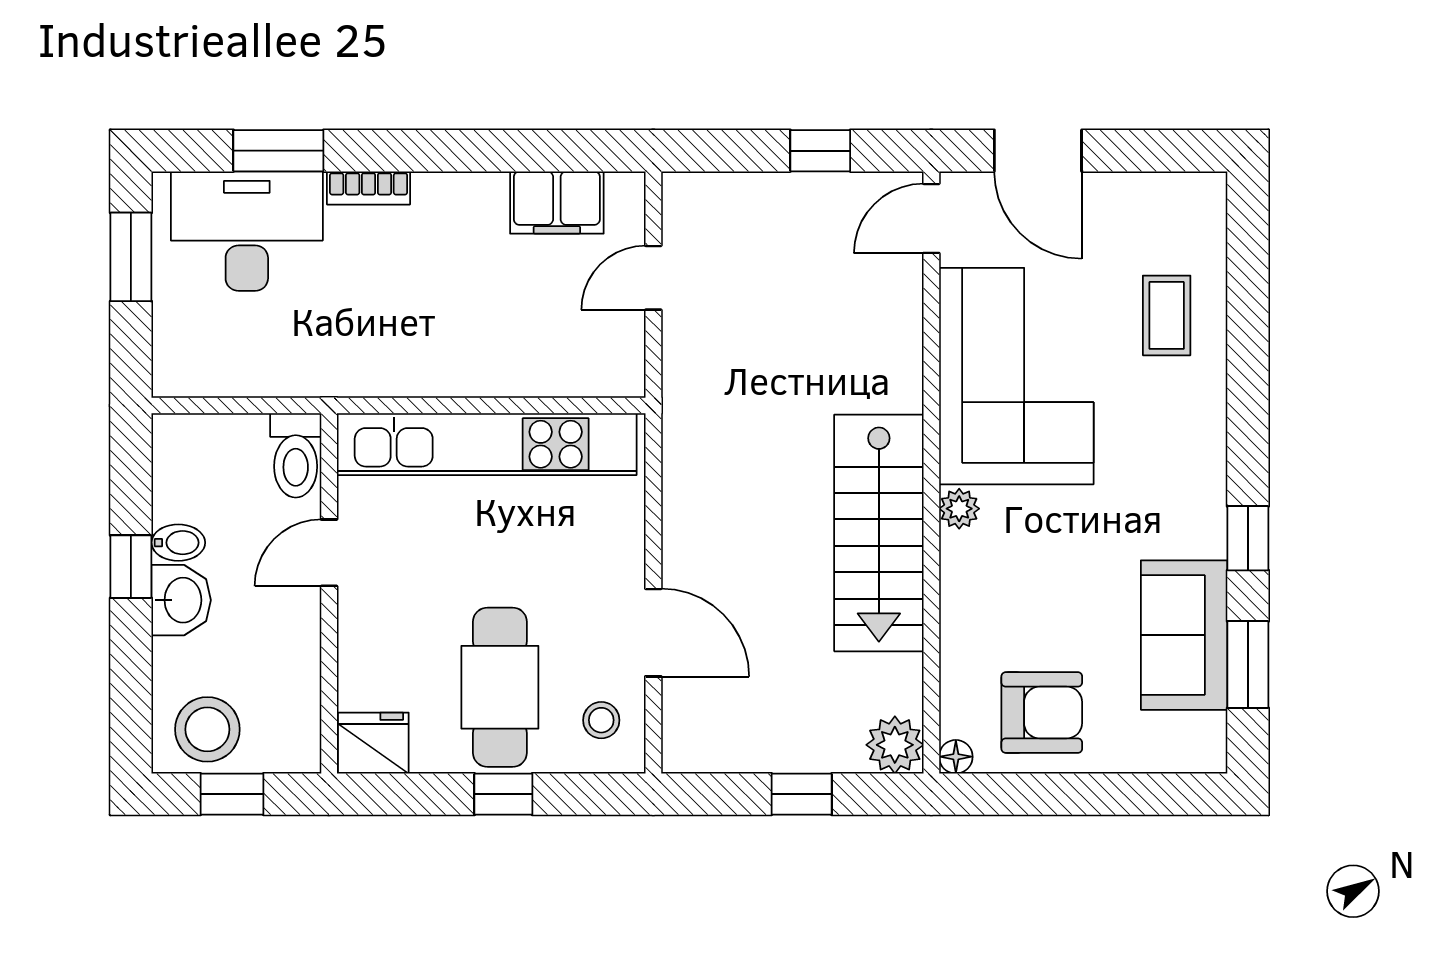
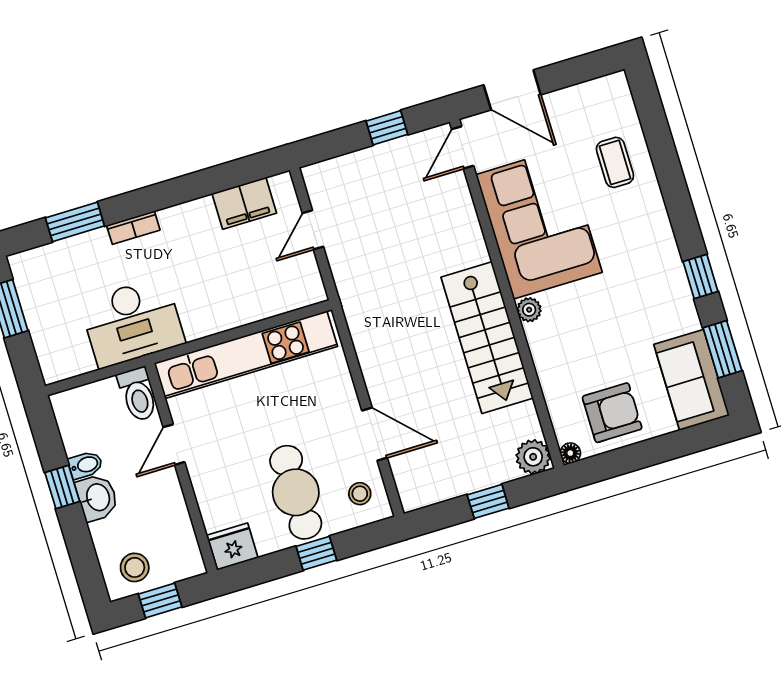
desk: (247, 231) -> (132, 322), moved, turned 180
sofa: (1184, 635) -> (692, 380), moved
stool: (207, 729) -> (135, 567), width x0.73, depth x0.73

